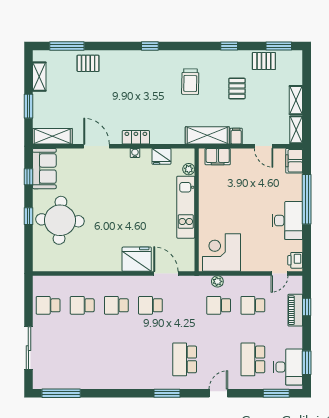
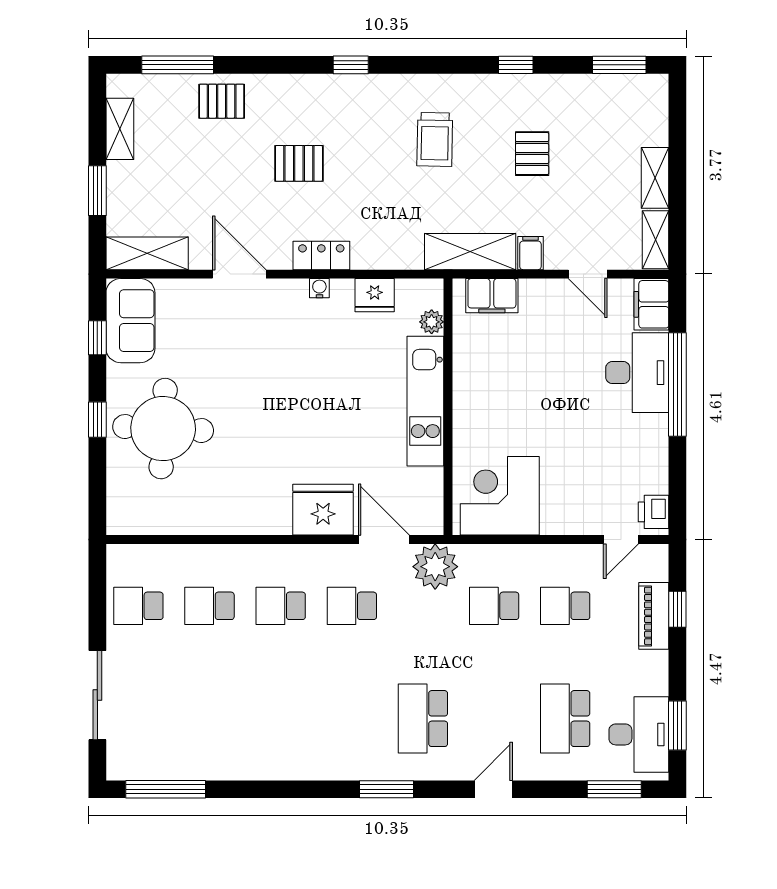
pallet: (264, 61) -> (299, 163), moved
desk: (287, 221) -> (637, 373), moved
plant: (217, 281) -> (435, 567), moved, width x1.88, depth x1.88

